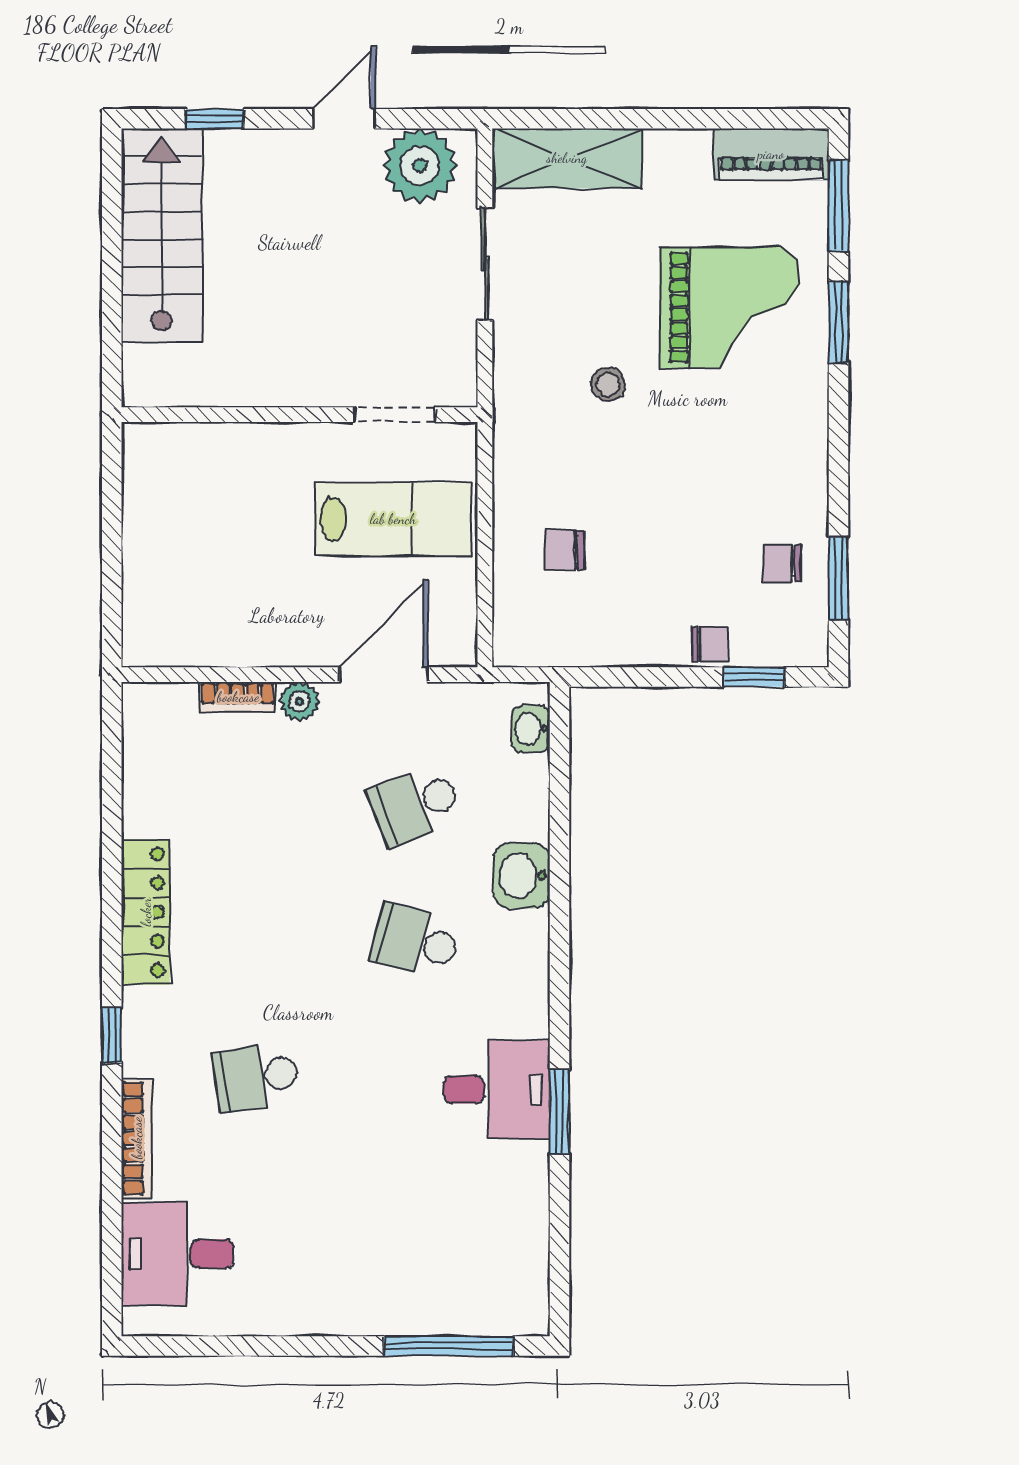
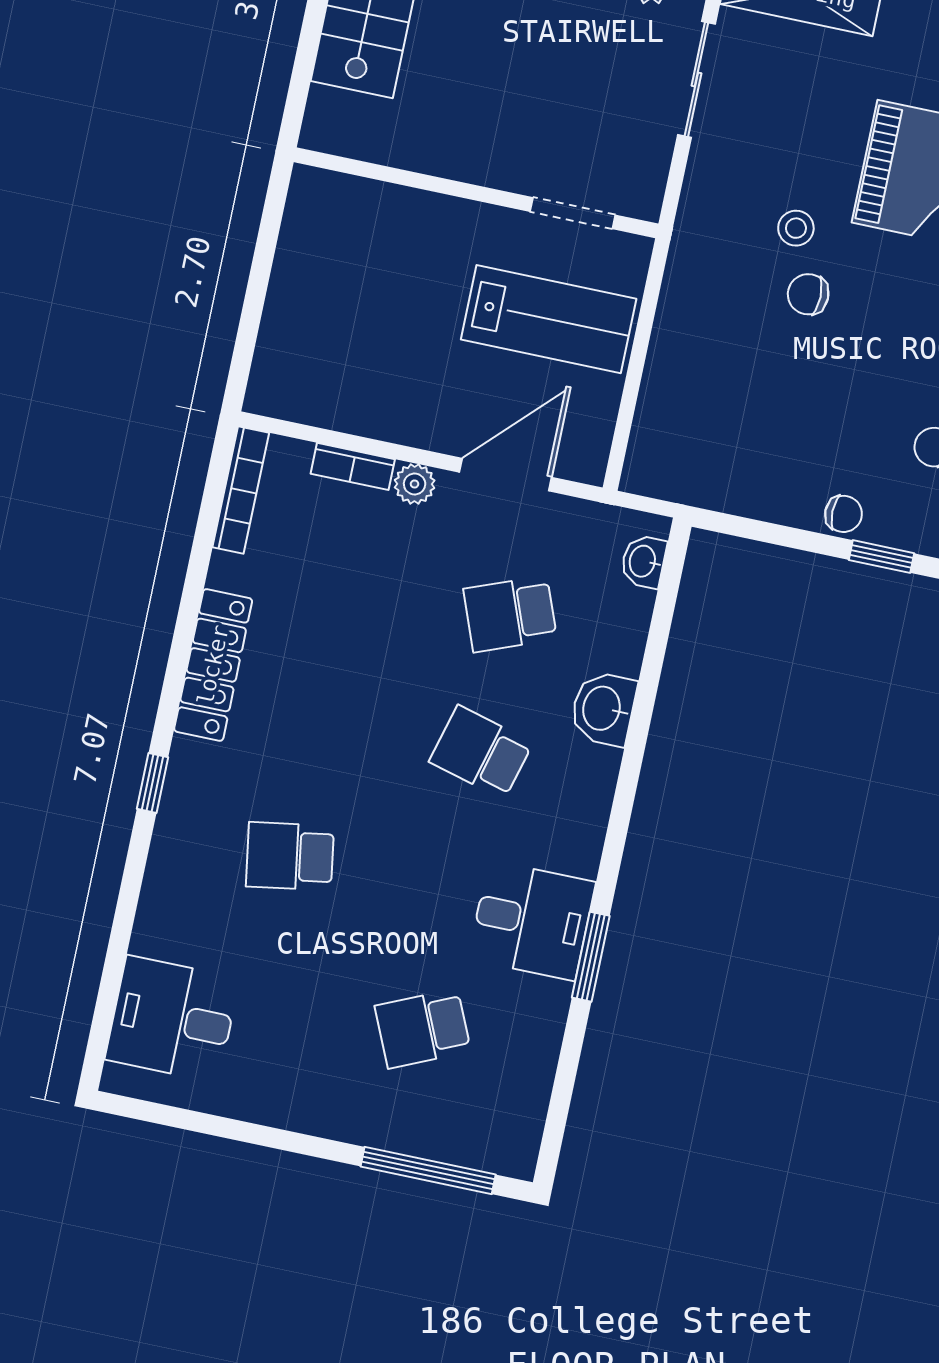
chair: (564, 550) -> (808, 294), moved
bookcase: (137, 1138) -> (241, 490), moved
school desk: (415, 1213) -> (423, 1029), added

